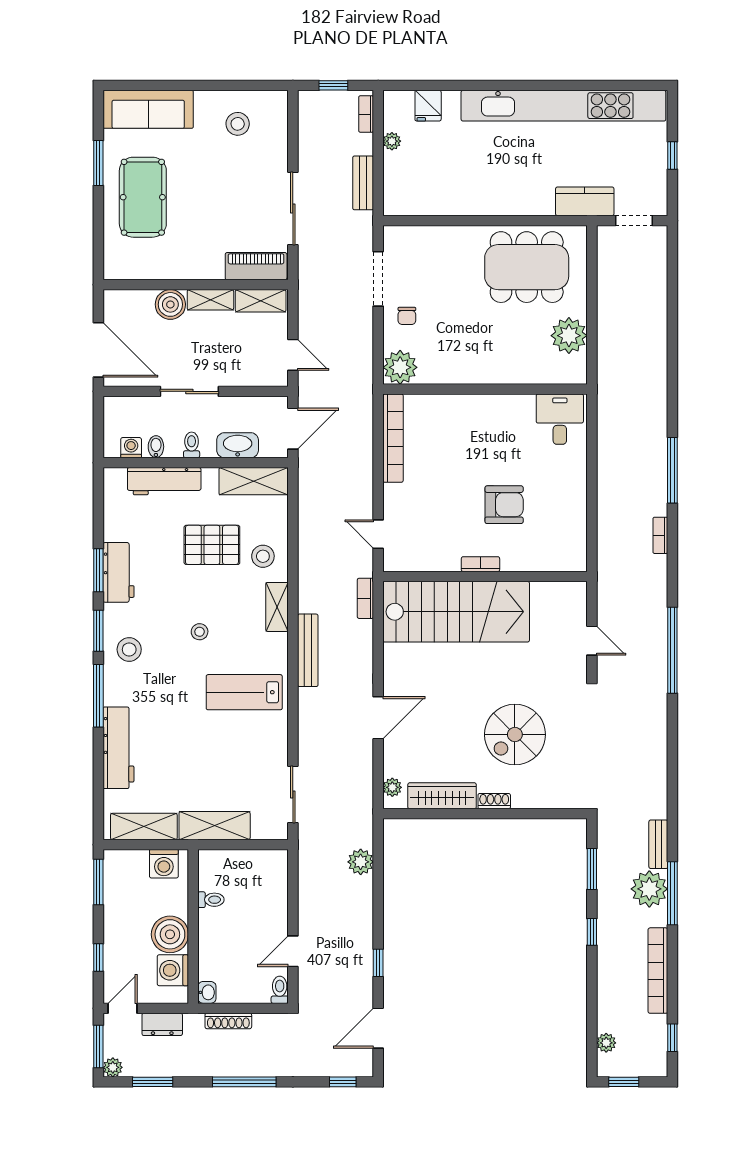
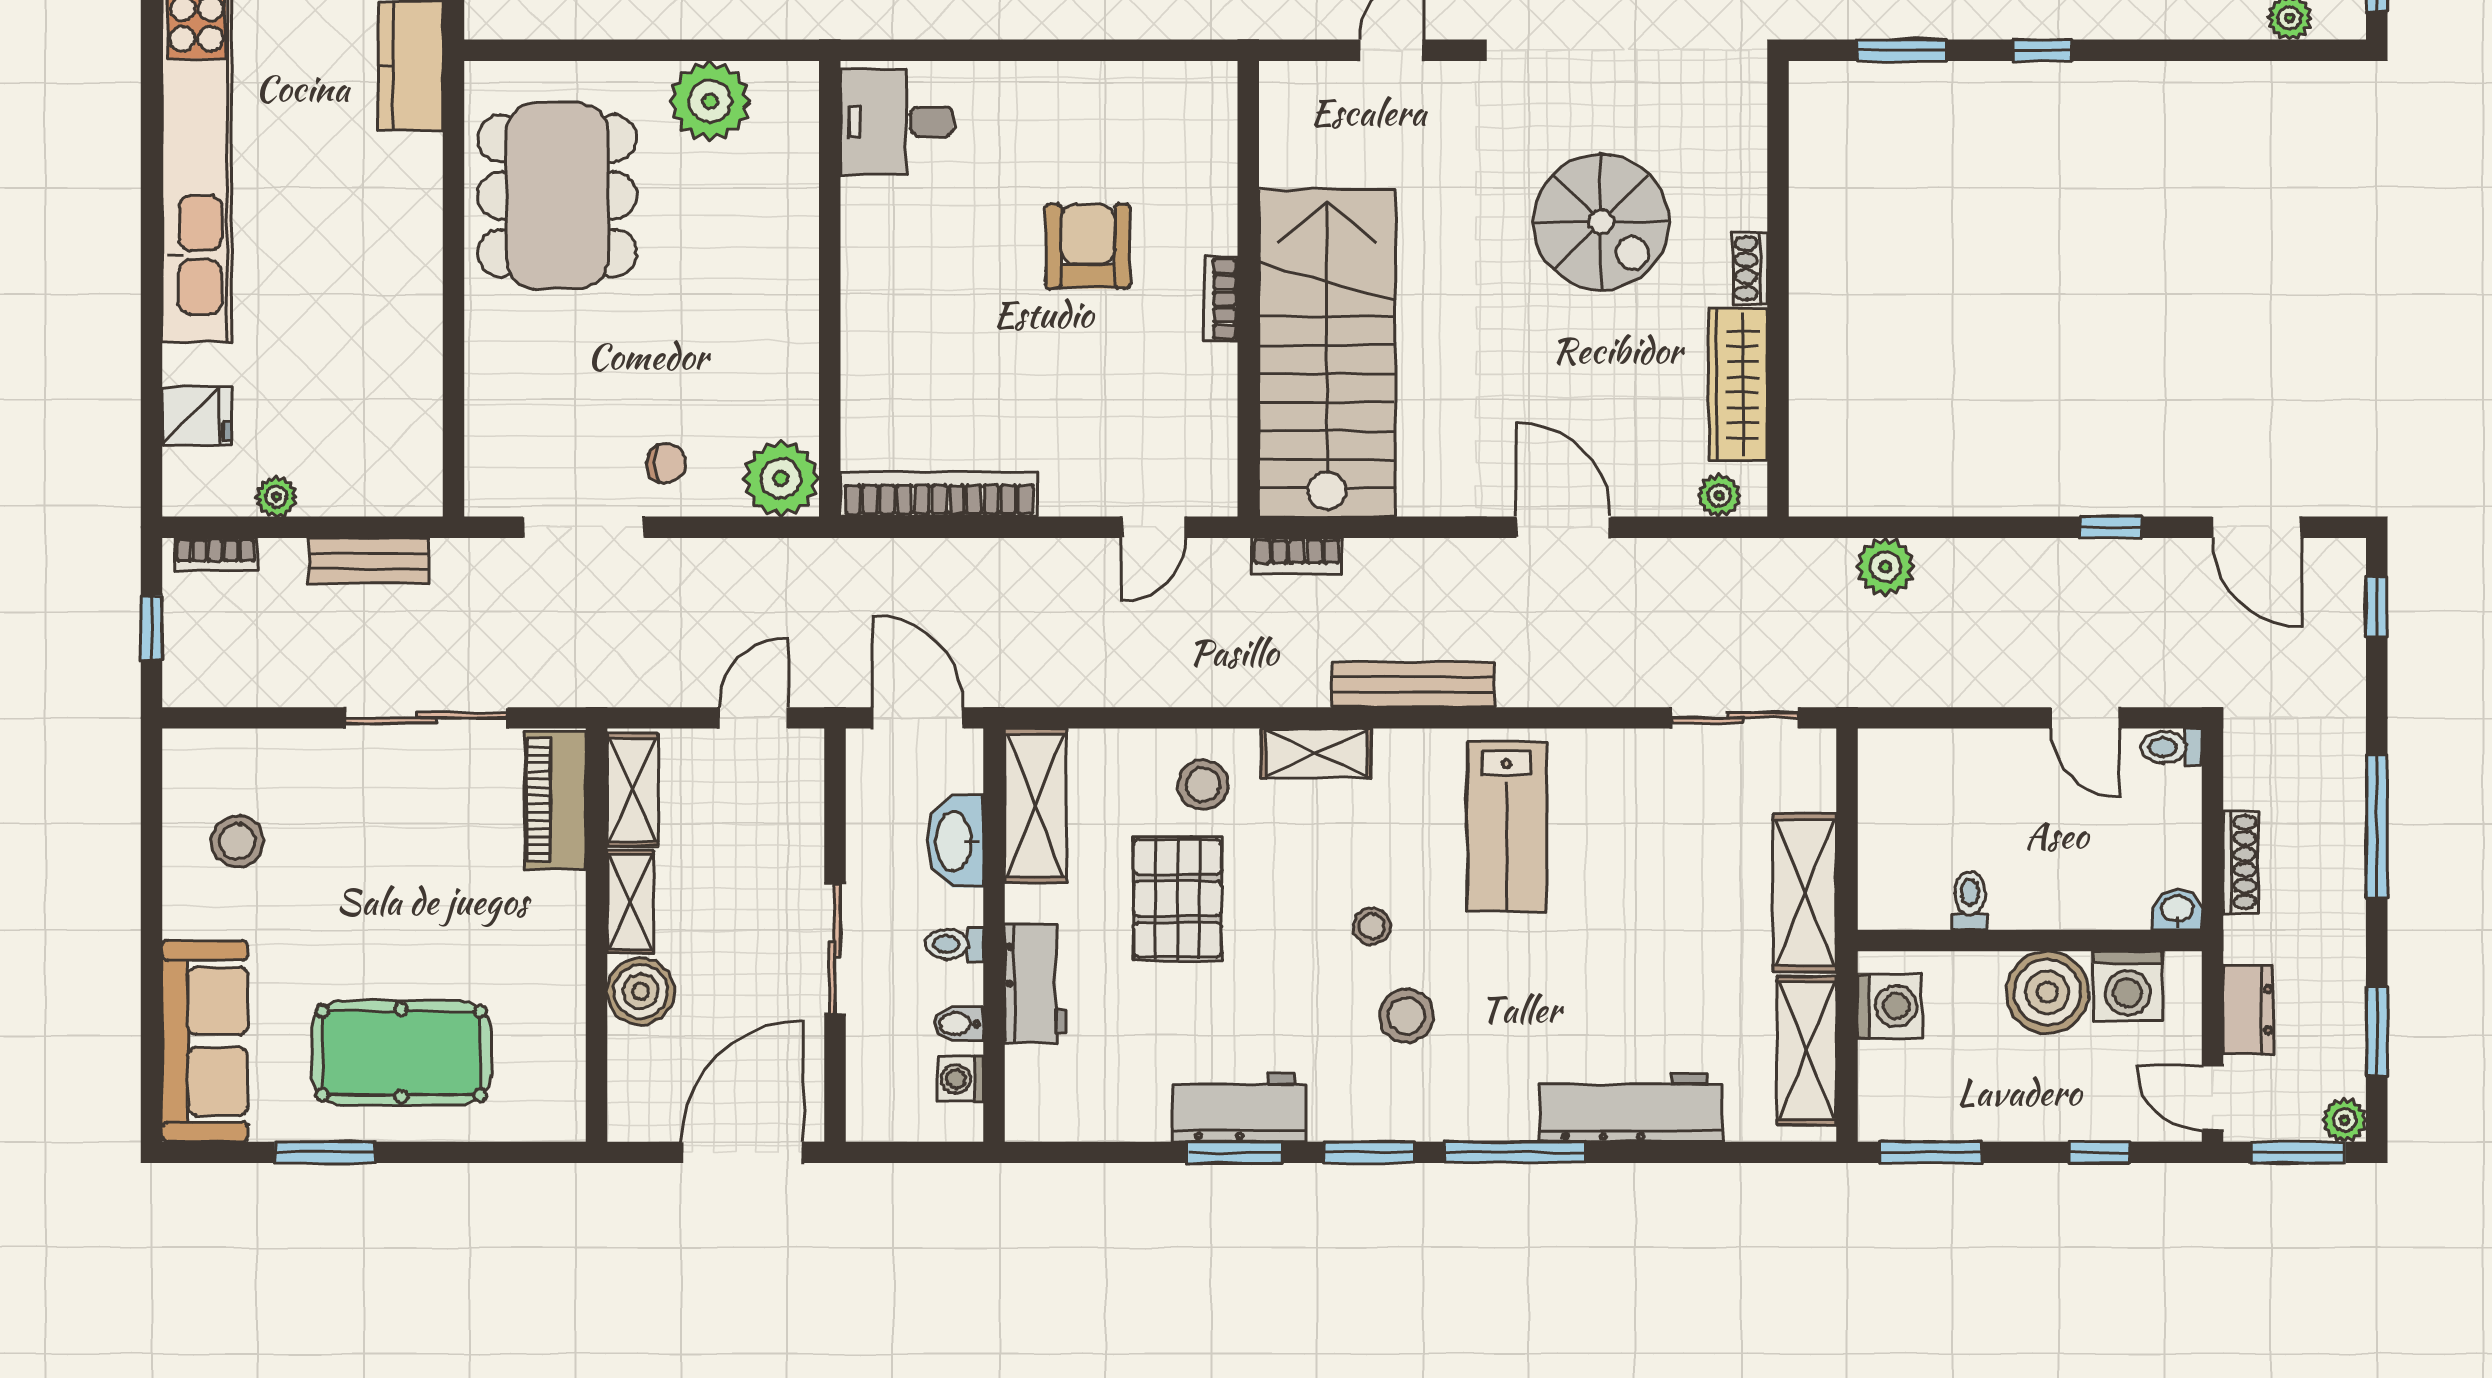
workbench: (164, 481) -> (1035, 983), width x0.73
stool: (129, 649) -> (1406, 1016), moved

